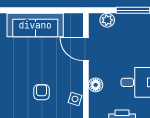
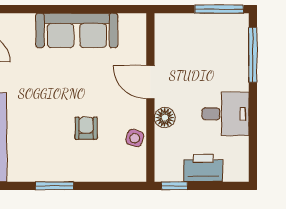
plant: (107, 20) -> (182, 23), removed
door: (86, 49) -> (150, 82), moved

